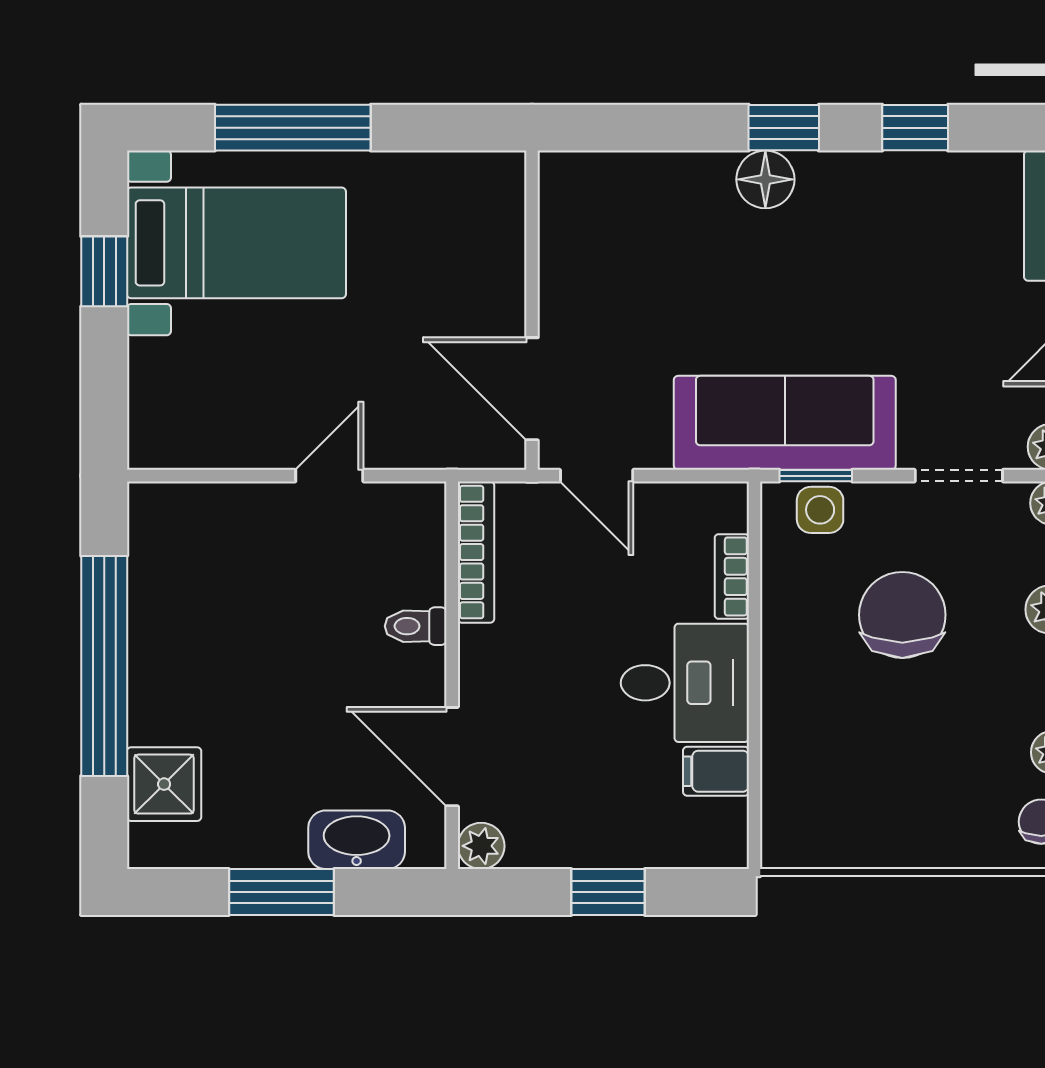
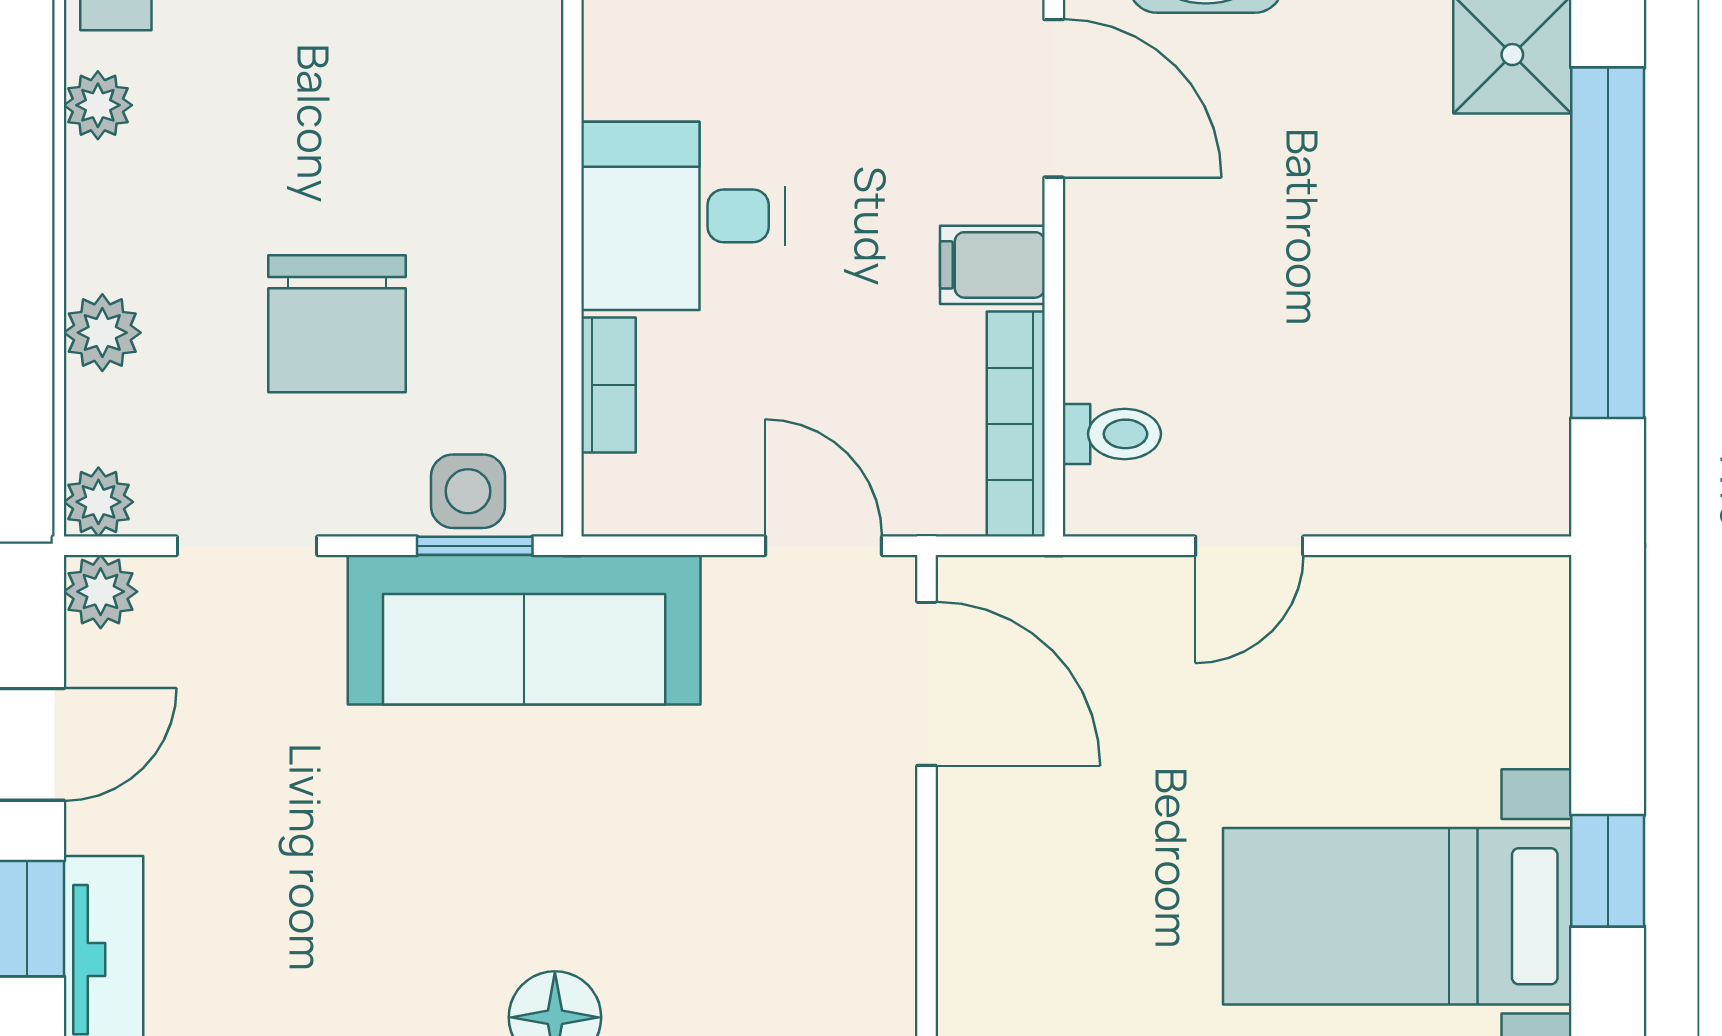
toilet: (416, 626) -> (1112, 434), moved
filing cabinet: (716, 771) -> (992, 265), moved, turned 180

